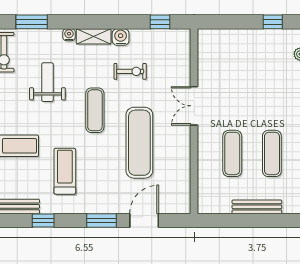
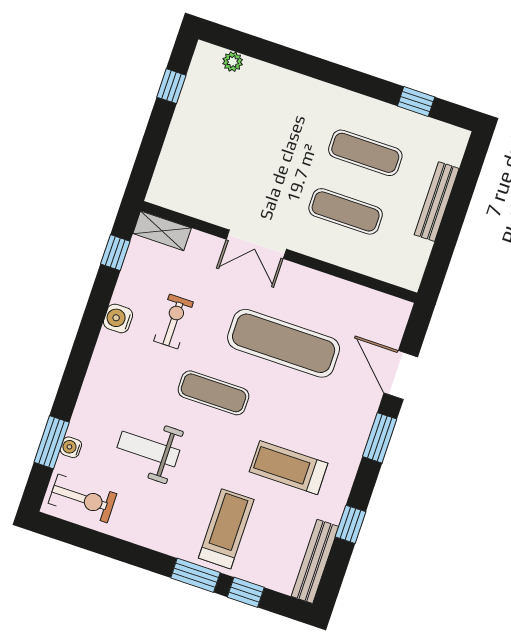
water cooler: (69, 35) -> (71, 447), moved
shelving: (94, 36) -> (162, 231), moved, turned 90

